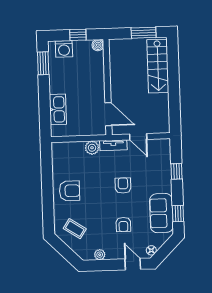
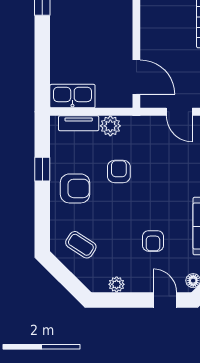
kitchen sink: (58, 109) -> (72, 96), moved, turned -90
tv unit: (113, 145) -> (79, 123), moved
window: (47, 179) -> (42, 169), added
armchair: (123, 186) -> (119, 171), moved

